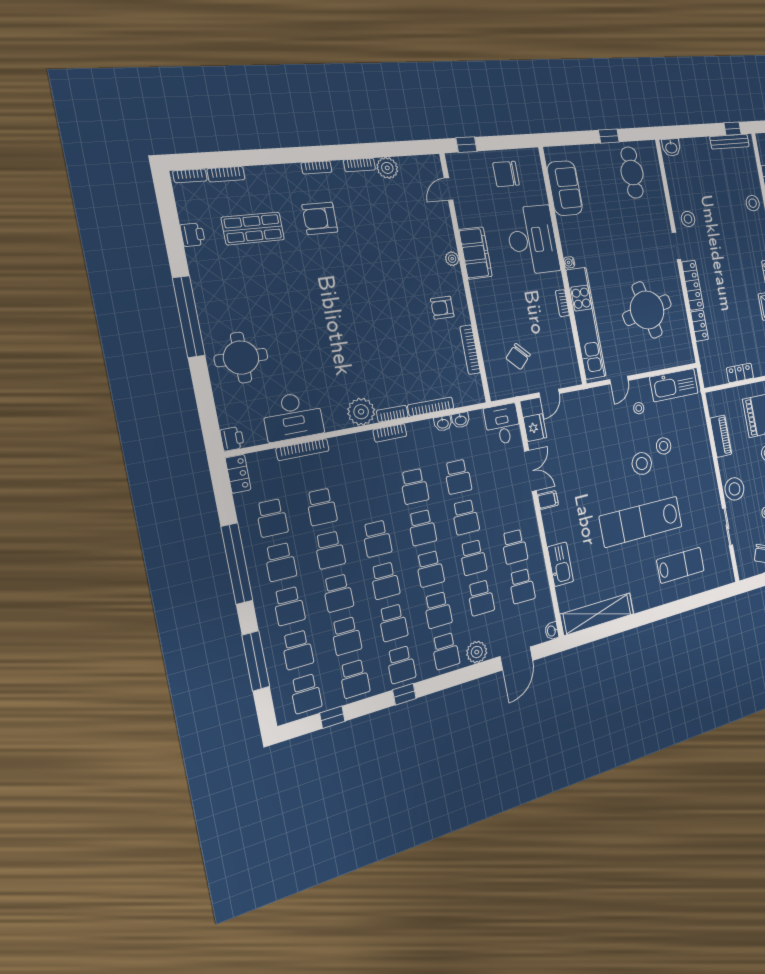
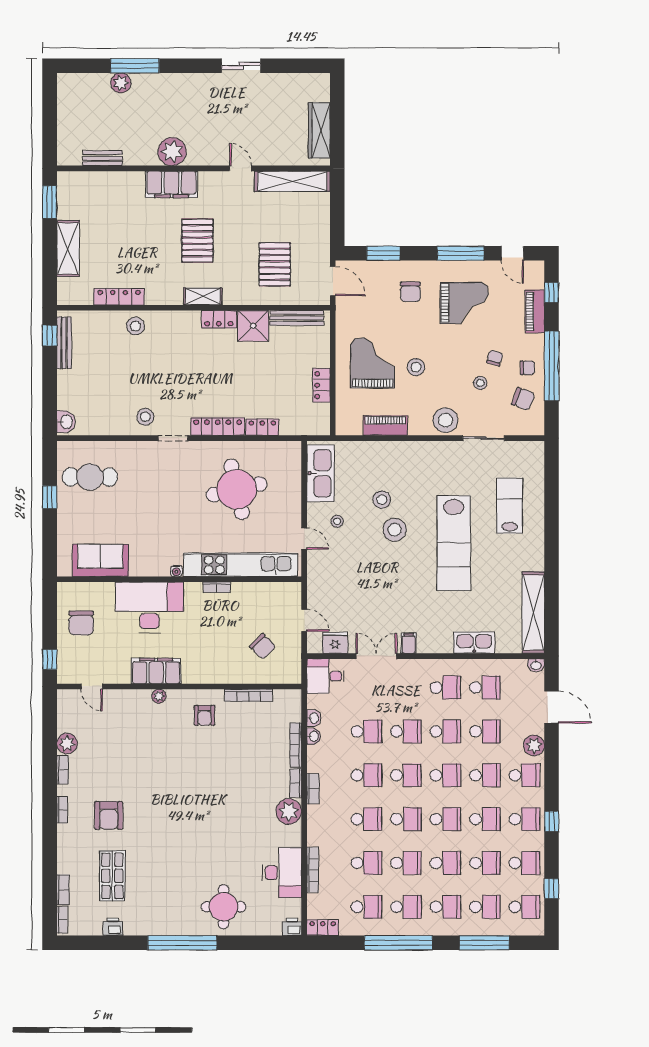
school desk: (369, 496) -> (366, 819), added

